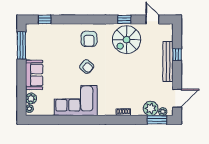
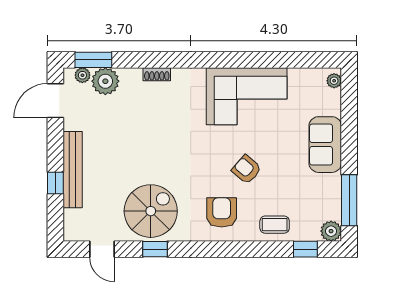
coffee table: (61, 32) -> (275, 225), added
armchair: (87, 67) -> (247, 169), moved
plant: (31, 99) -> (331, 231), moved

